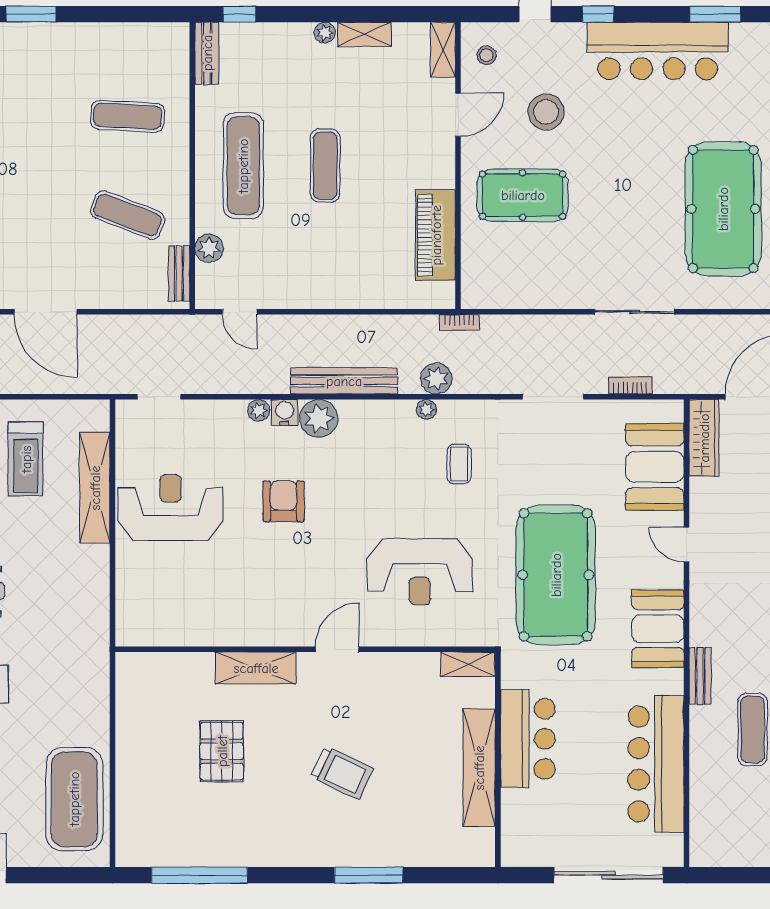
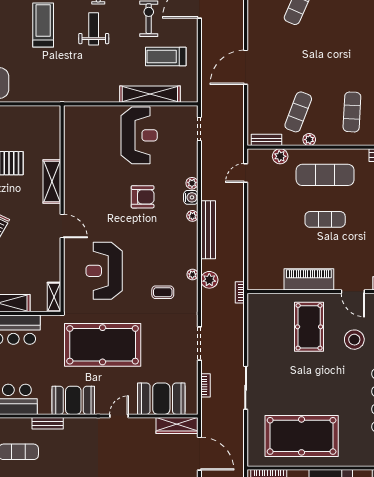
plant: (178, 195) -> (309, 140), added
piano: (436, 235) -> (309, 279), moved
plant: (319, 418) -> (192, 216), width x0.53, depth x0.53

